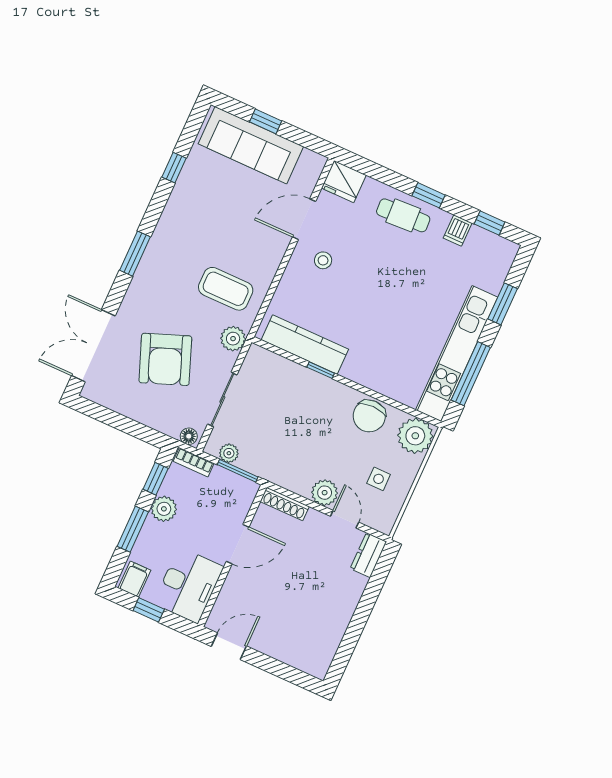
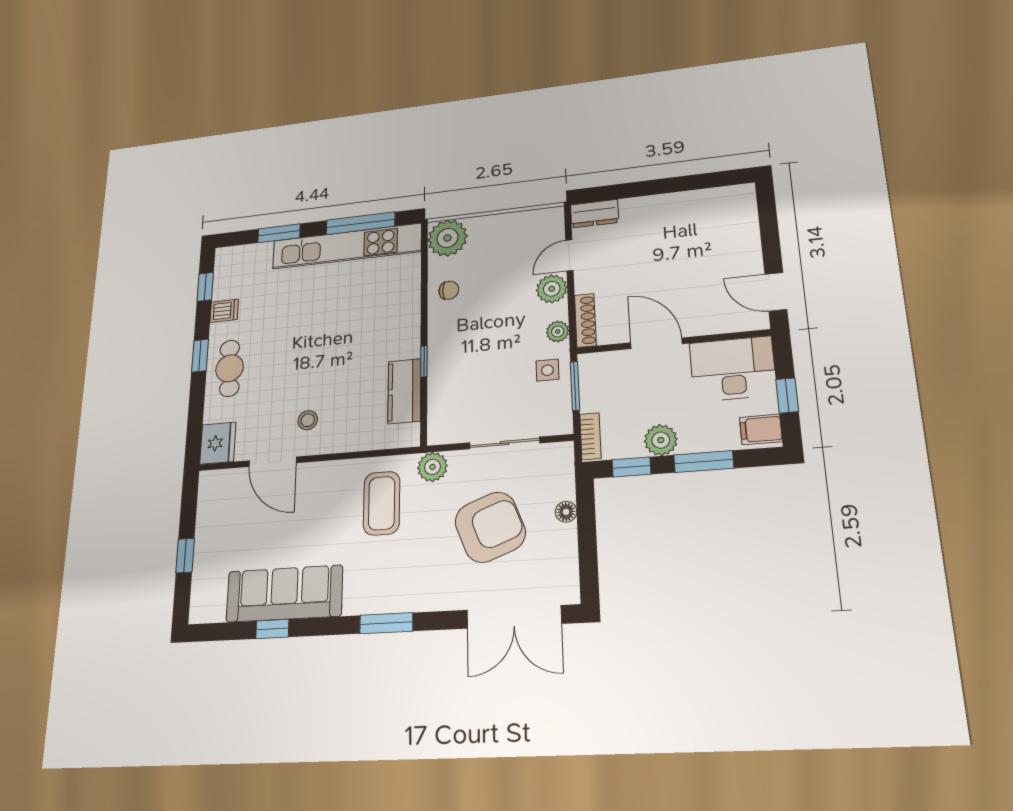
sofa: (251, 145) -> (284, 594), moved, turned -90
kitchen counter: (305, 345) -> (404, 391), width x0.67
chair: (369, 416) -> (449, 290), width x0.54, depth x0.54
floor lamp: (189, 436) -> (566, 512), moved
plant: (229, 453) -> (558, 331), moved
side table: (379, 479) -> (547, 370), moved

